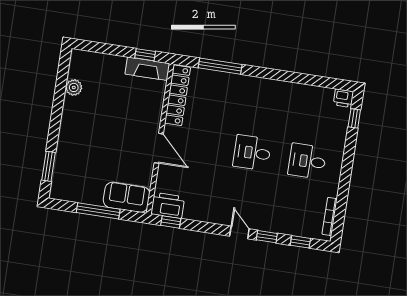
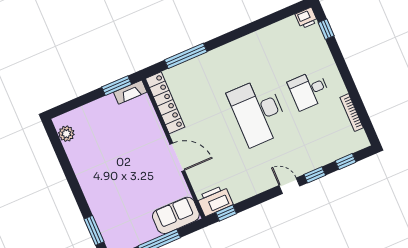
window: (145, 55) -> (117, 86), width x1.50
fireplace: (147, 69) -> (130, 92), width x0.73, depth x0.76
plant: (74, 87) -> (66, 134), moved
desk: (252, 153) -> (258, 112), width x1.87, depth x1.30
bookcase: (330, 216) -> (352, 113), moved

